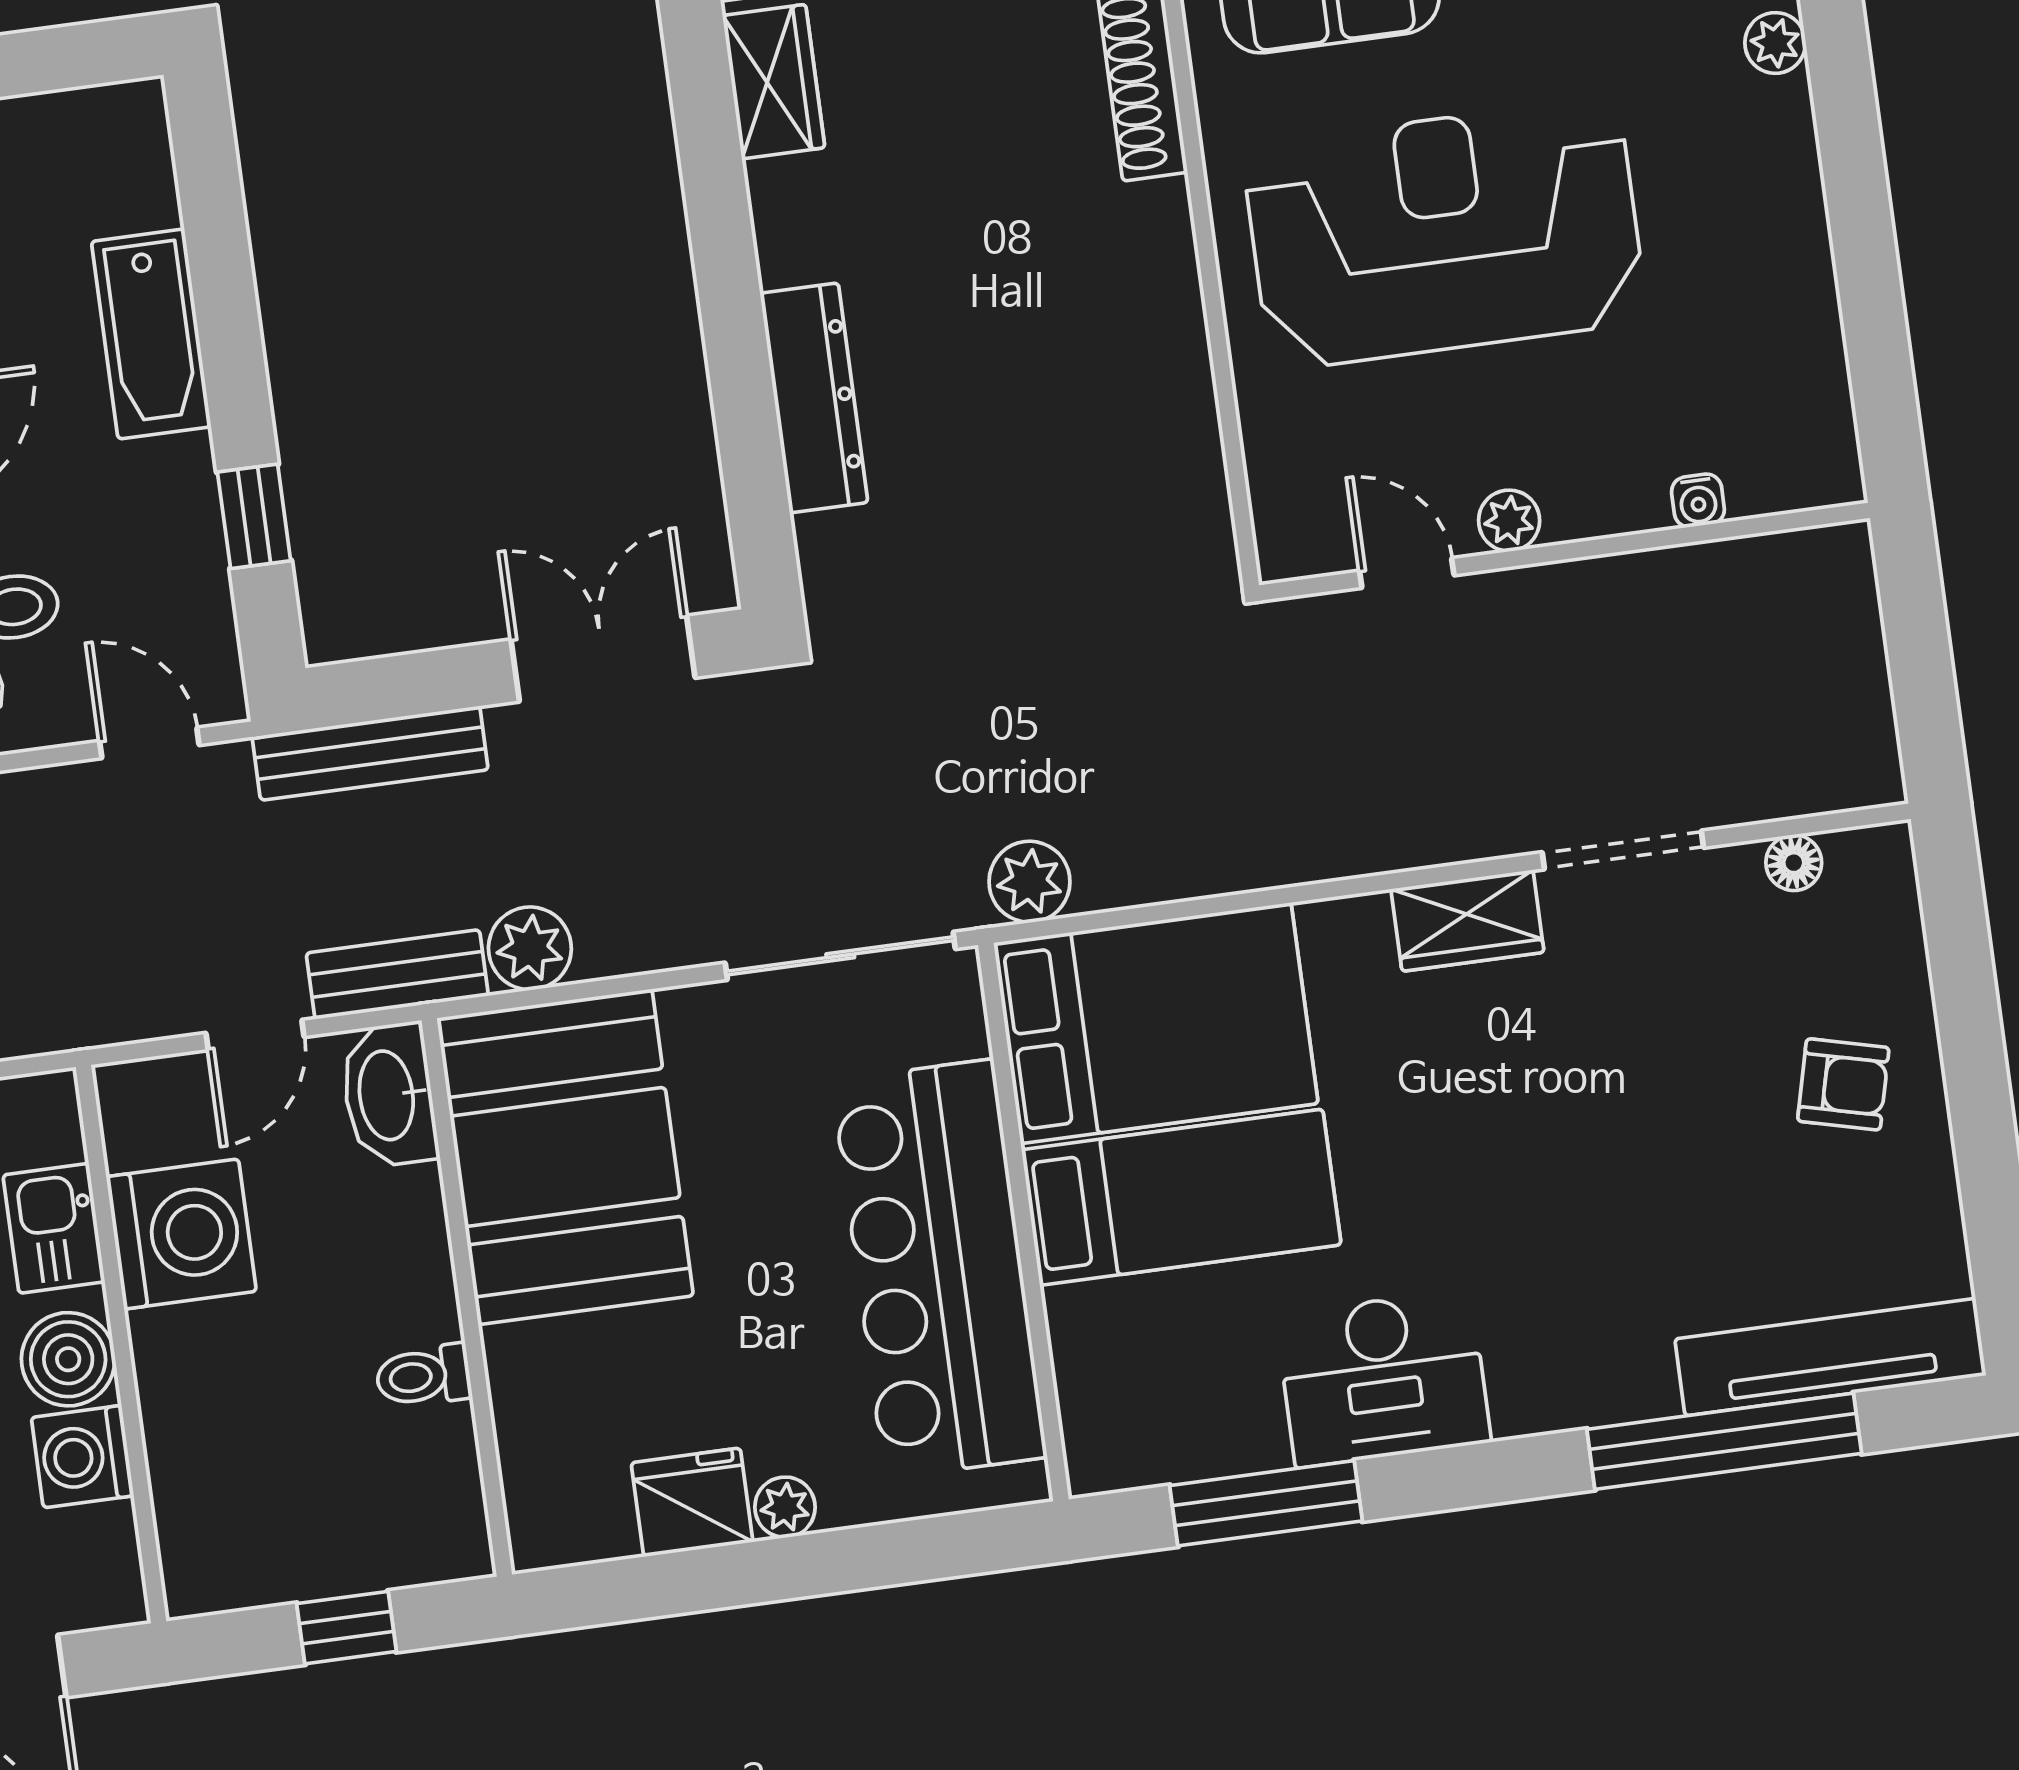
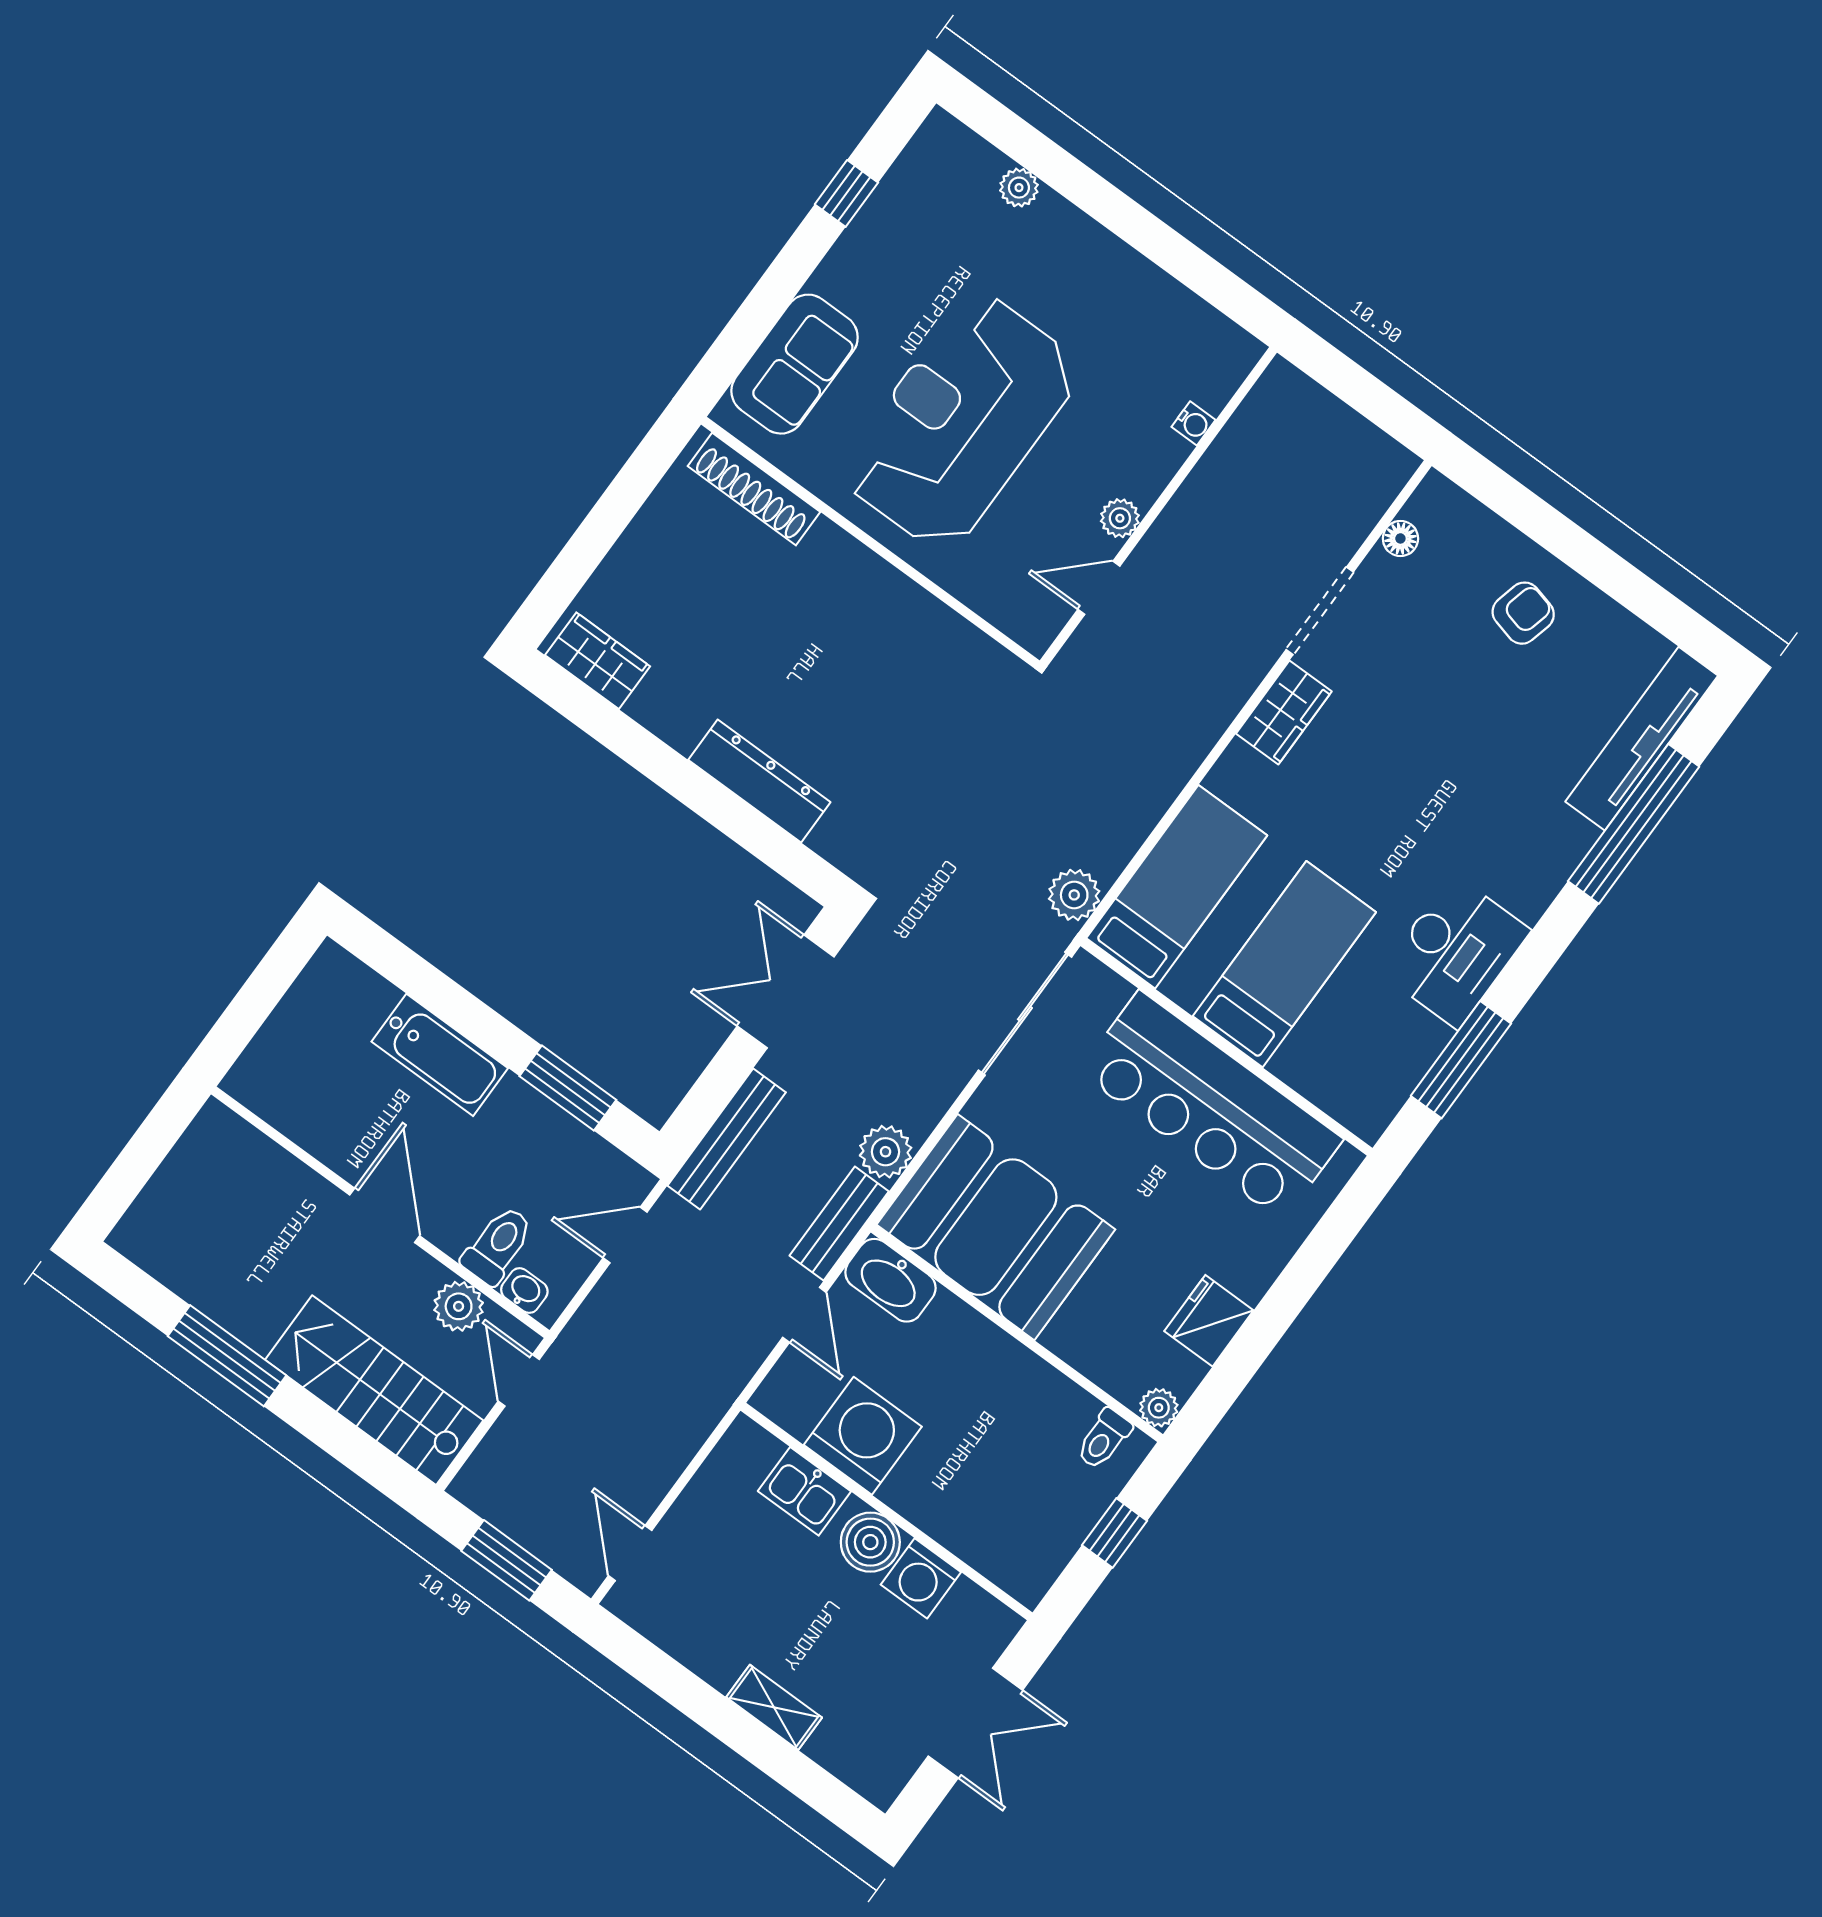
window: (254, 516) -> (568, 1088), width x1.50
bed: (1156, 1023) -> (1177, 887), width x0.67
toilet: (423, 1376) -> (1104, 1439), moved
plant: (785, 1507) -> (1159, 1408), moved

